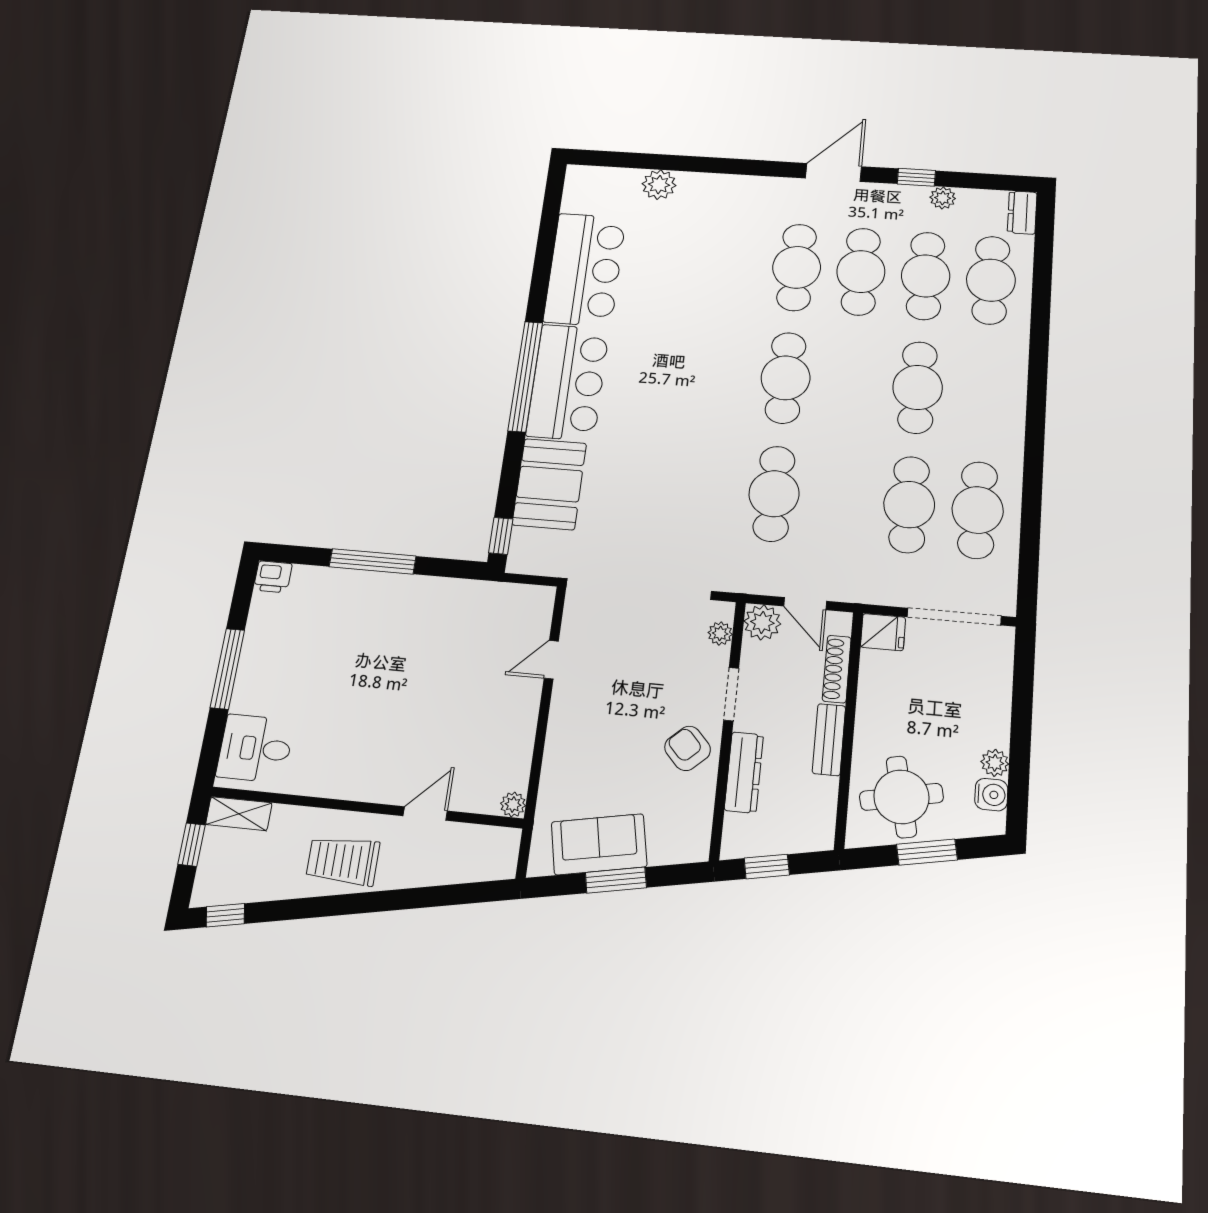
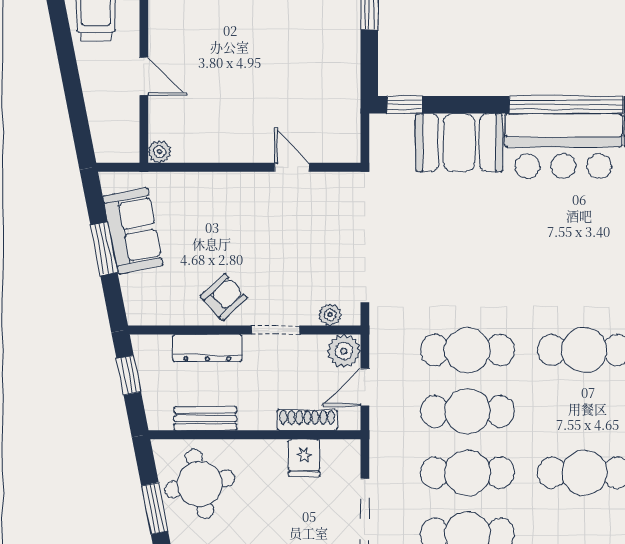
cafe table: (841, 499) -> (467, 411), added
fridge: (883, 632) -> (304, 458), moved
bench: (829, 740) -> (205, 418), moved

